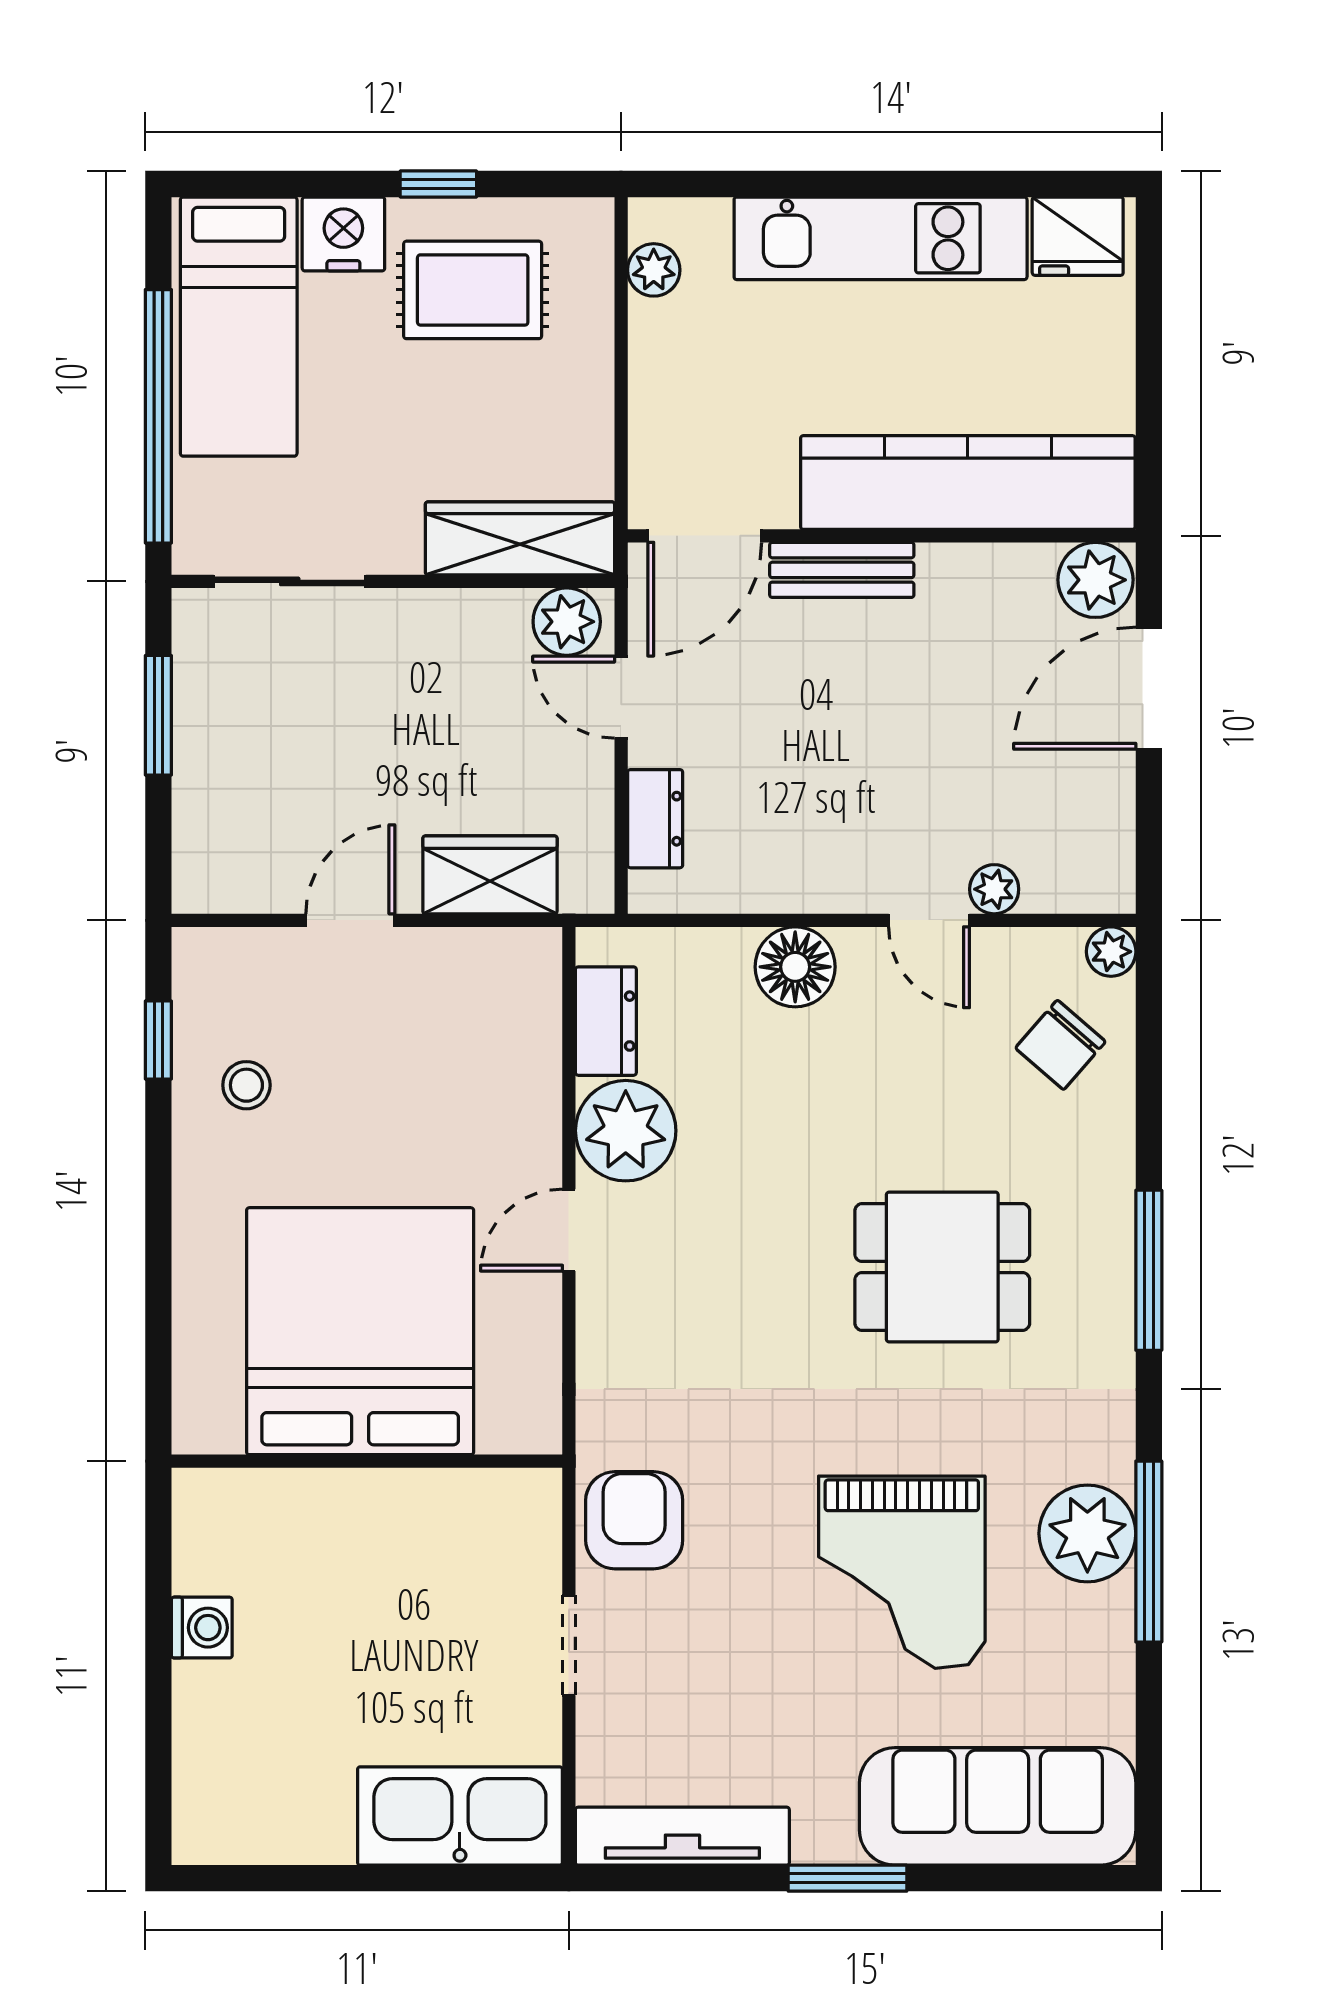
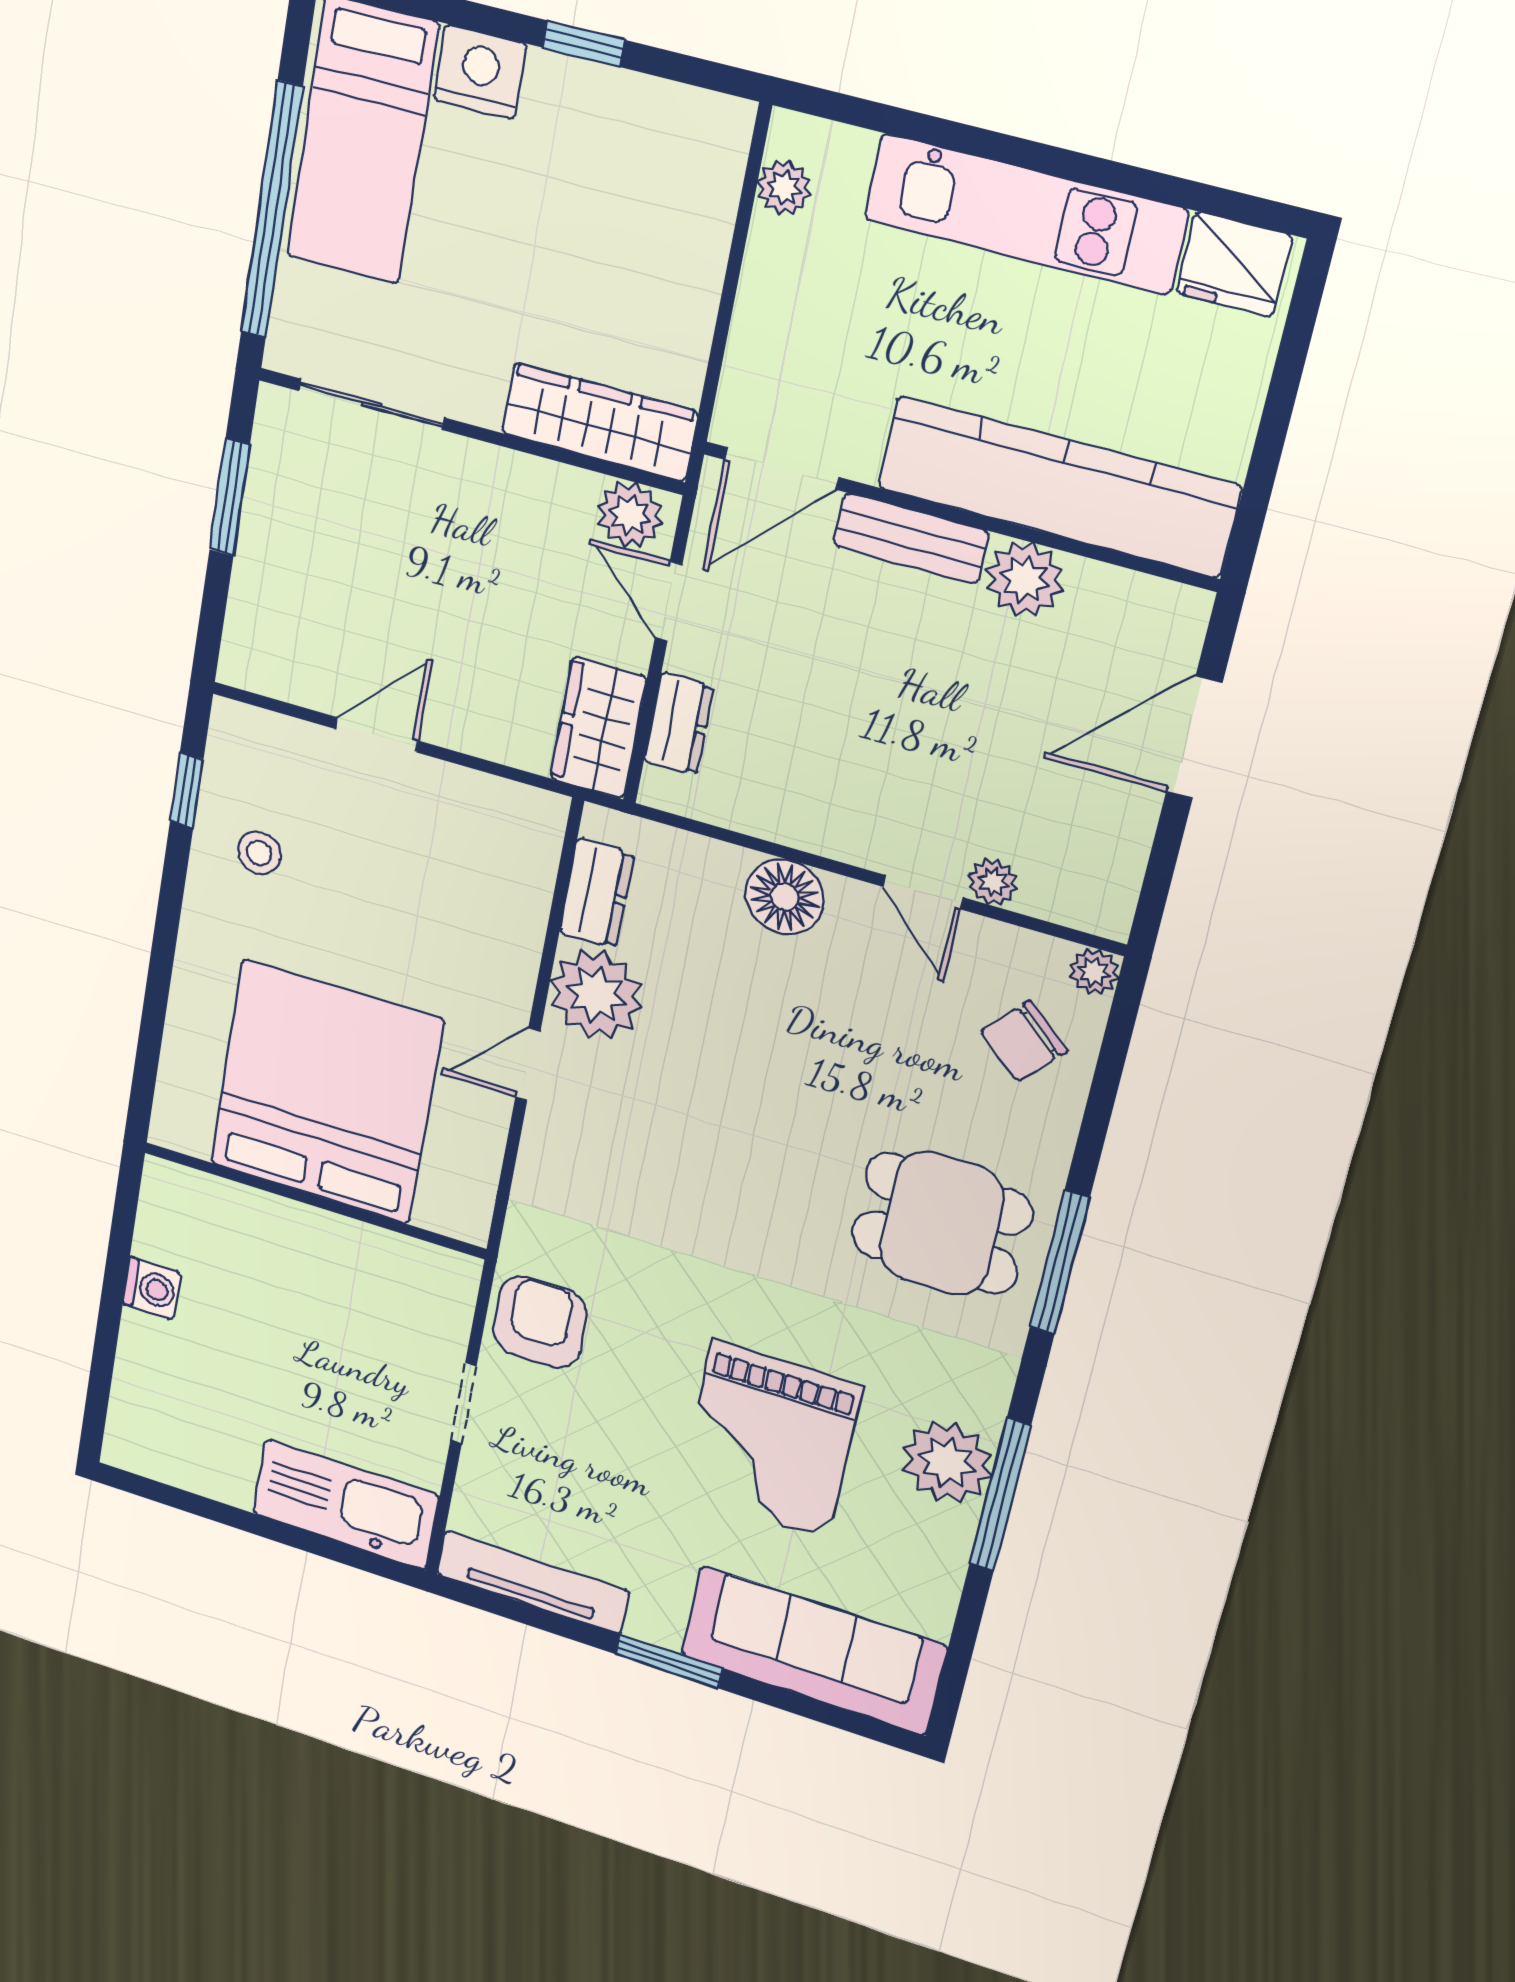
rug: (473, 290) -> (598, 162), removed
plant: (1095, 580) -> (1025, 580), moved
wardrobe: (490, 875) -> (598, 728), moved, turned -90
dining table: (942, 1267) -> (942, 1223), moved

